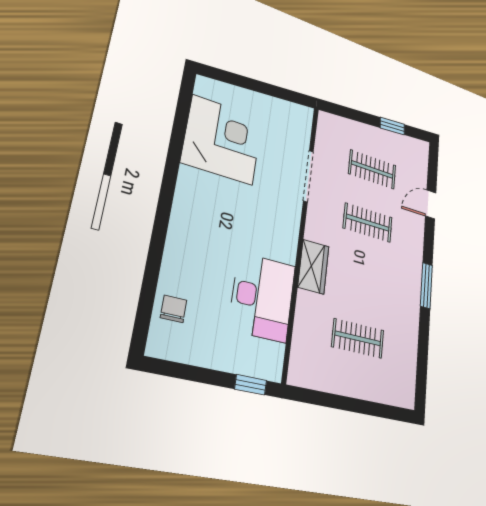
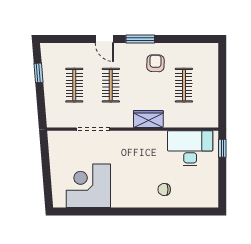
door: (431, 204) -> (104, 39), moved
desk: (262, 297) -> (190, 148), moved
armchair: (392, 300) -> (155, 63), added
chair: (174, 309) -> (164, 189), moved

